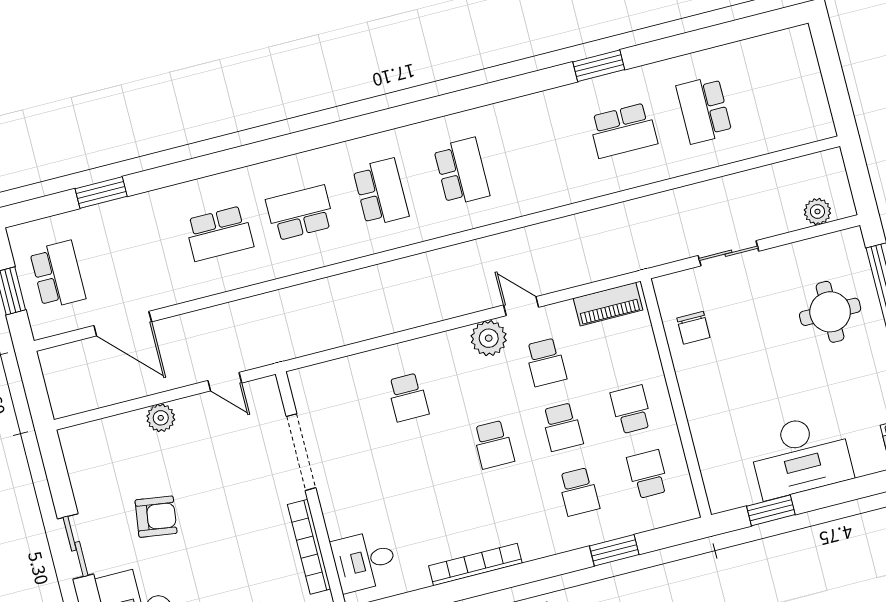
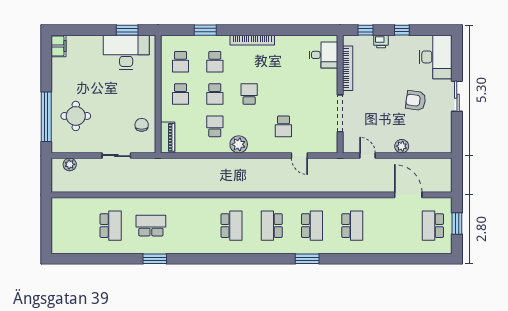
school desk: (462, 172) -> (231, 226), turned 180
window: (101, 193) -> (307, 259), moved
school desk: (300, 213) -> (312, 226), turned -90
school desk: (219, 233) -> (352, 226), turned 90
piano: (608, 304) -> (168, 137), moved, turned 90
door: (521, 306) -> (299, 156), moved
school desk: (408, 397) -> (283, 126), turned 180
school desk: (562, 427) -> (215, 94), turned 180
desk: (801, 456) -> (126, 52), moved
school desk: (579, 492) -> (215, 62), turned 180
bookcase: (475, 564) -> (252, 40), moved

